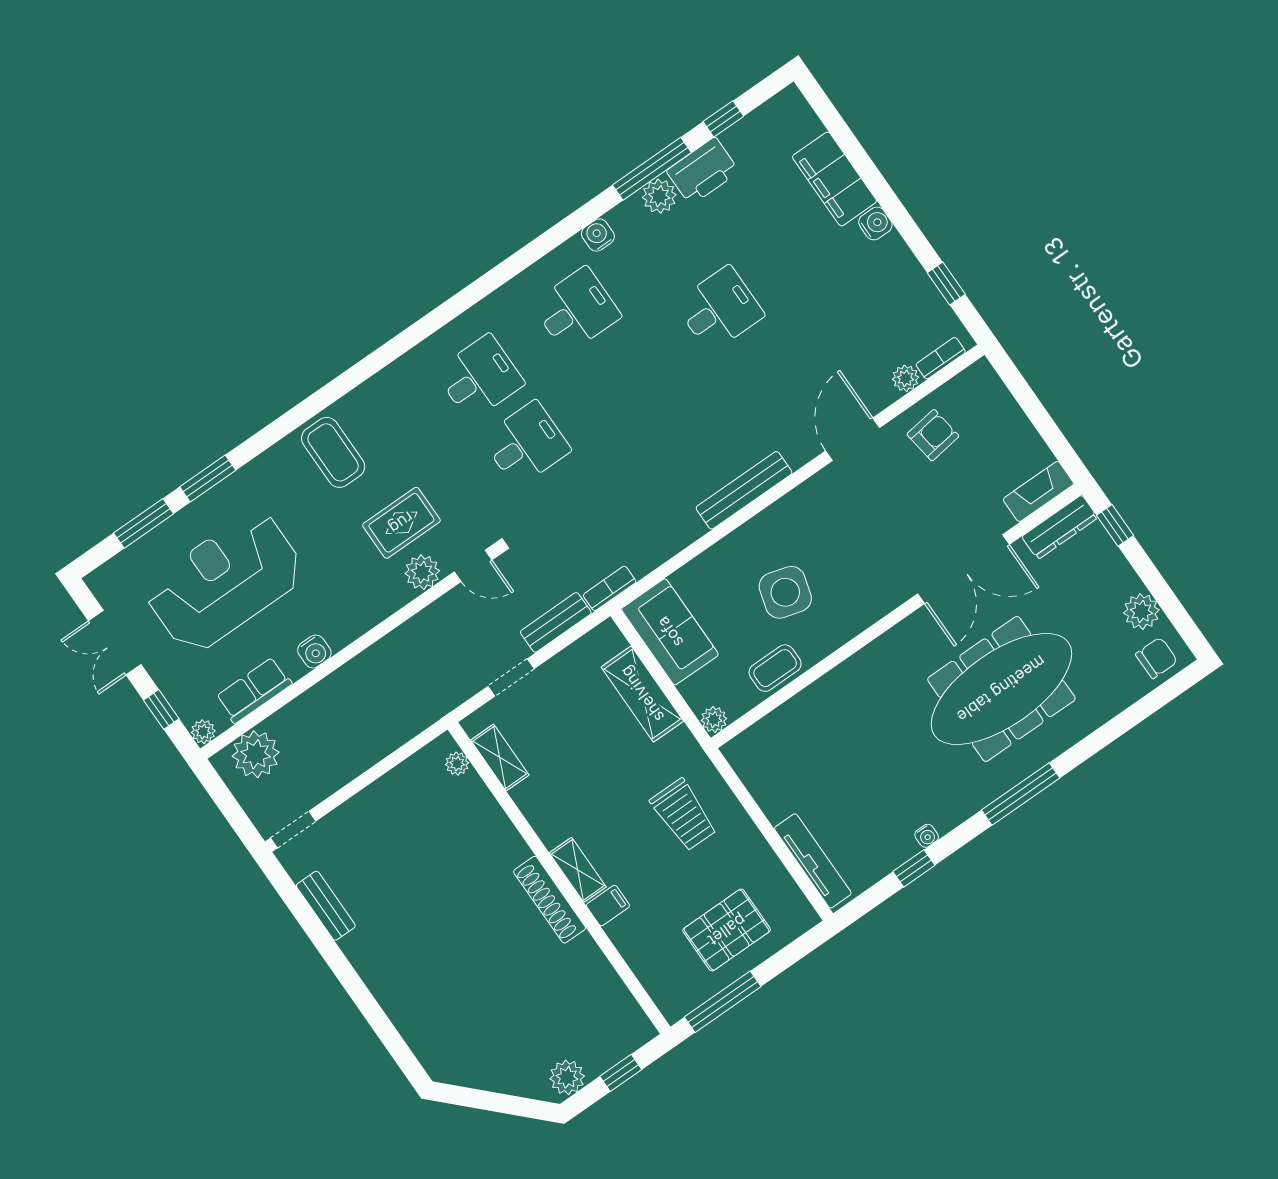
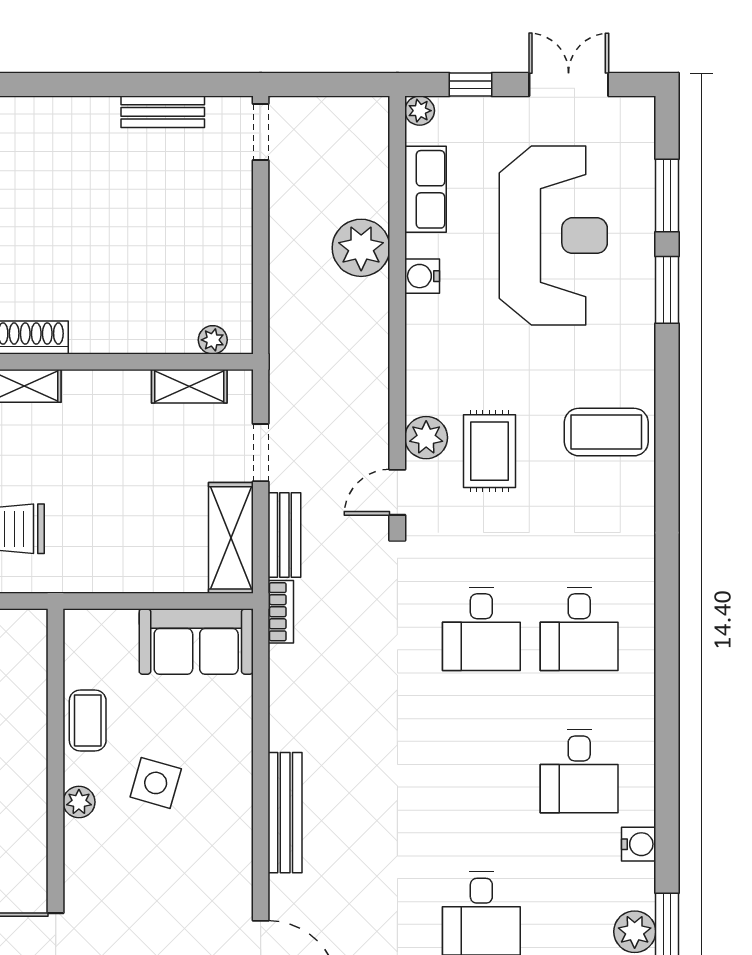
side table: (785, 592) -> (156, 783), width x0.73, depth x0.73
shelving: (642, 694) -> (231, 538), moved, turned 90
plant: (714, 720) -> (79, 802), moved
plant: (256, 754) -> (361, 248), moved

